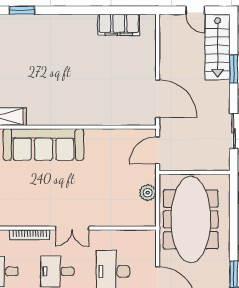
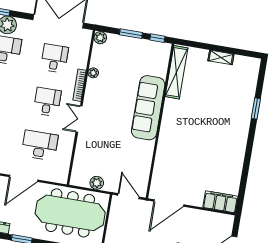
filing cabinet: (119, 25) -> (220, 202), moved, turned 90
plant: (12, 220) -> (93, 73), added

